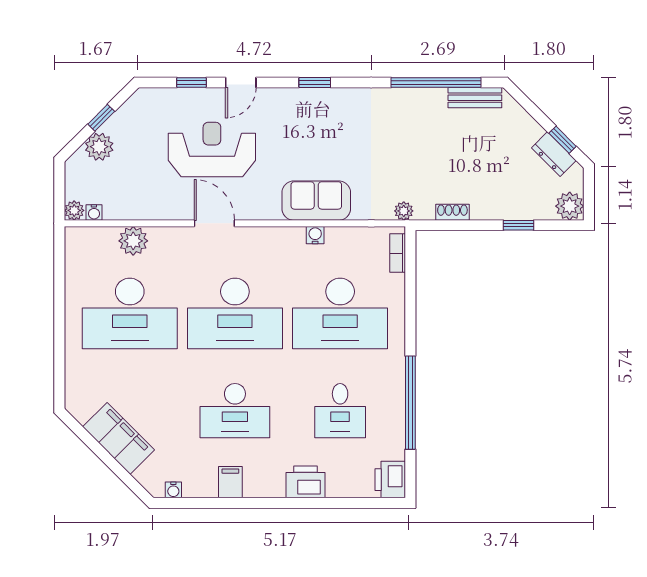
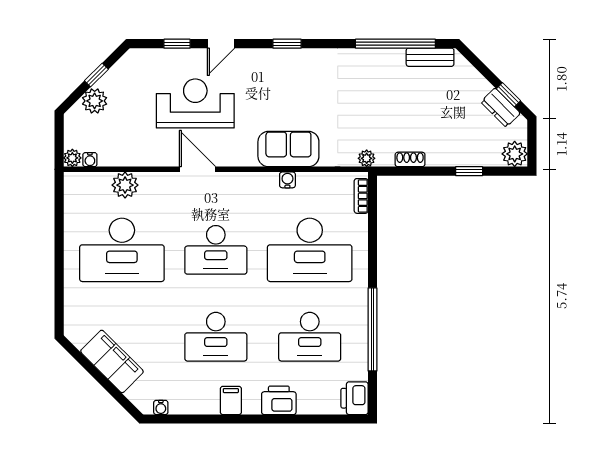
desk: (235, 313) -> (216, 250), width x0.73, depth x0.77
desk: (340, 411) -> (310, 337), width x1.37
filing cabinet: (230, 482) -> (231, 400), moved

